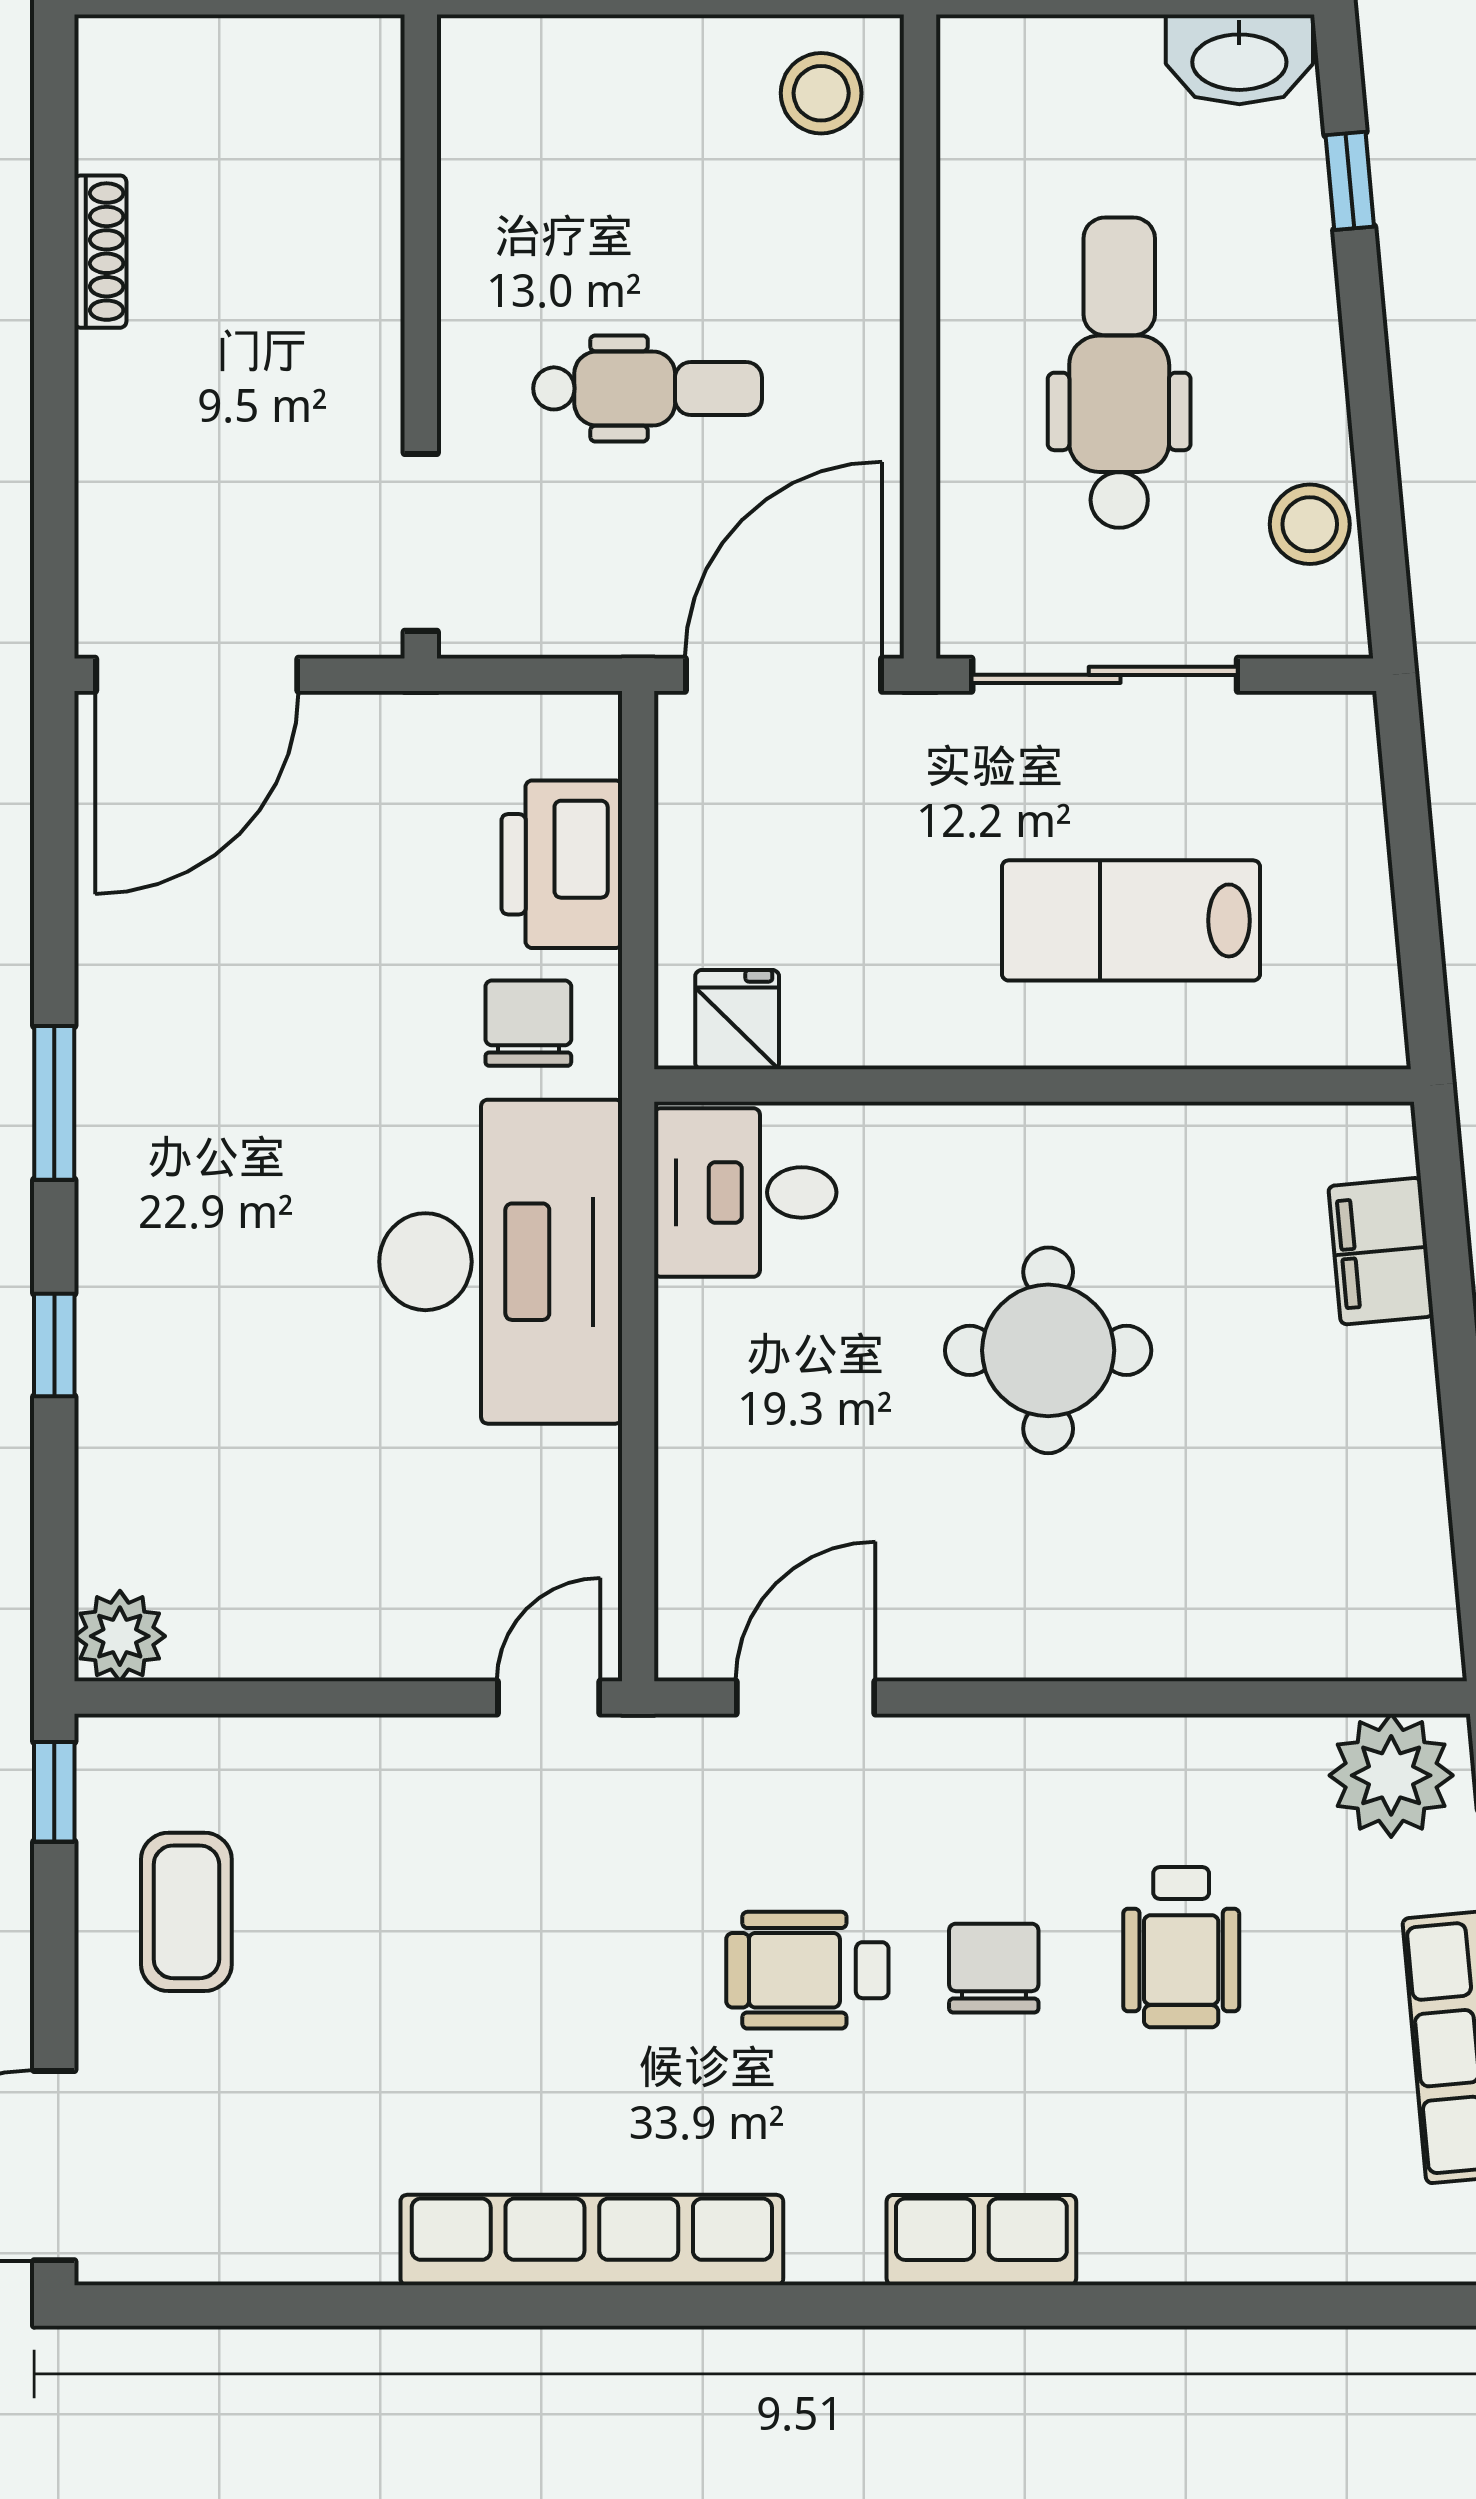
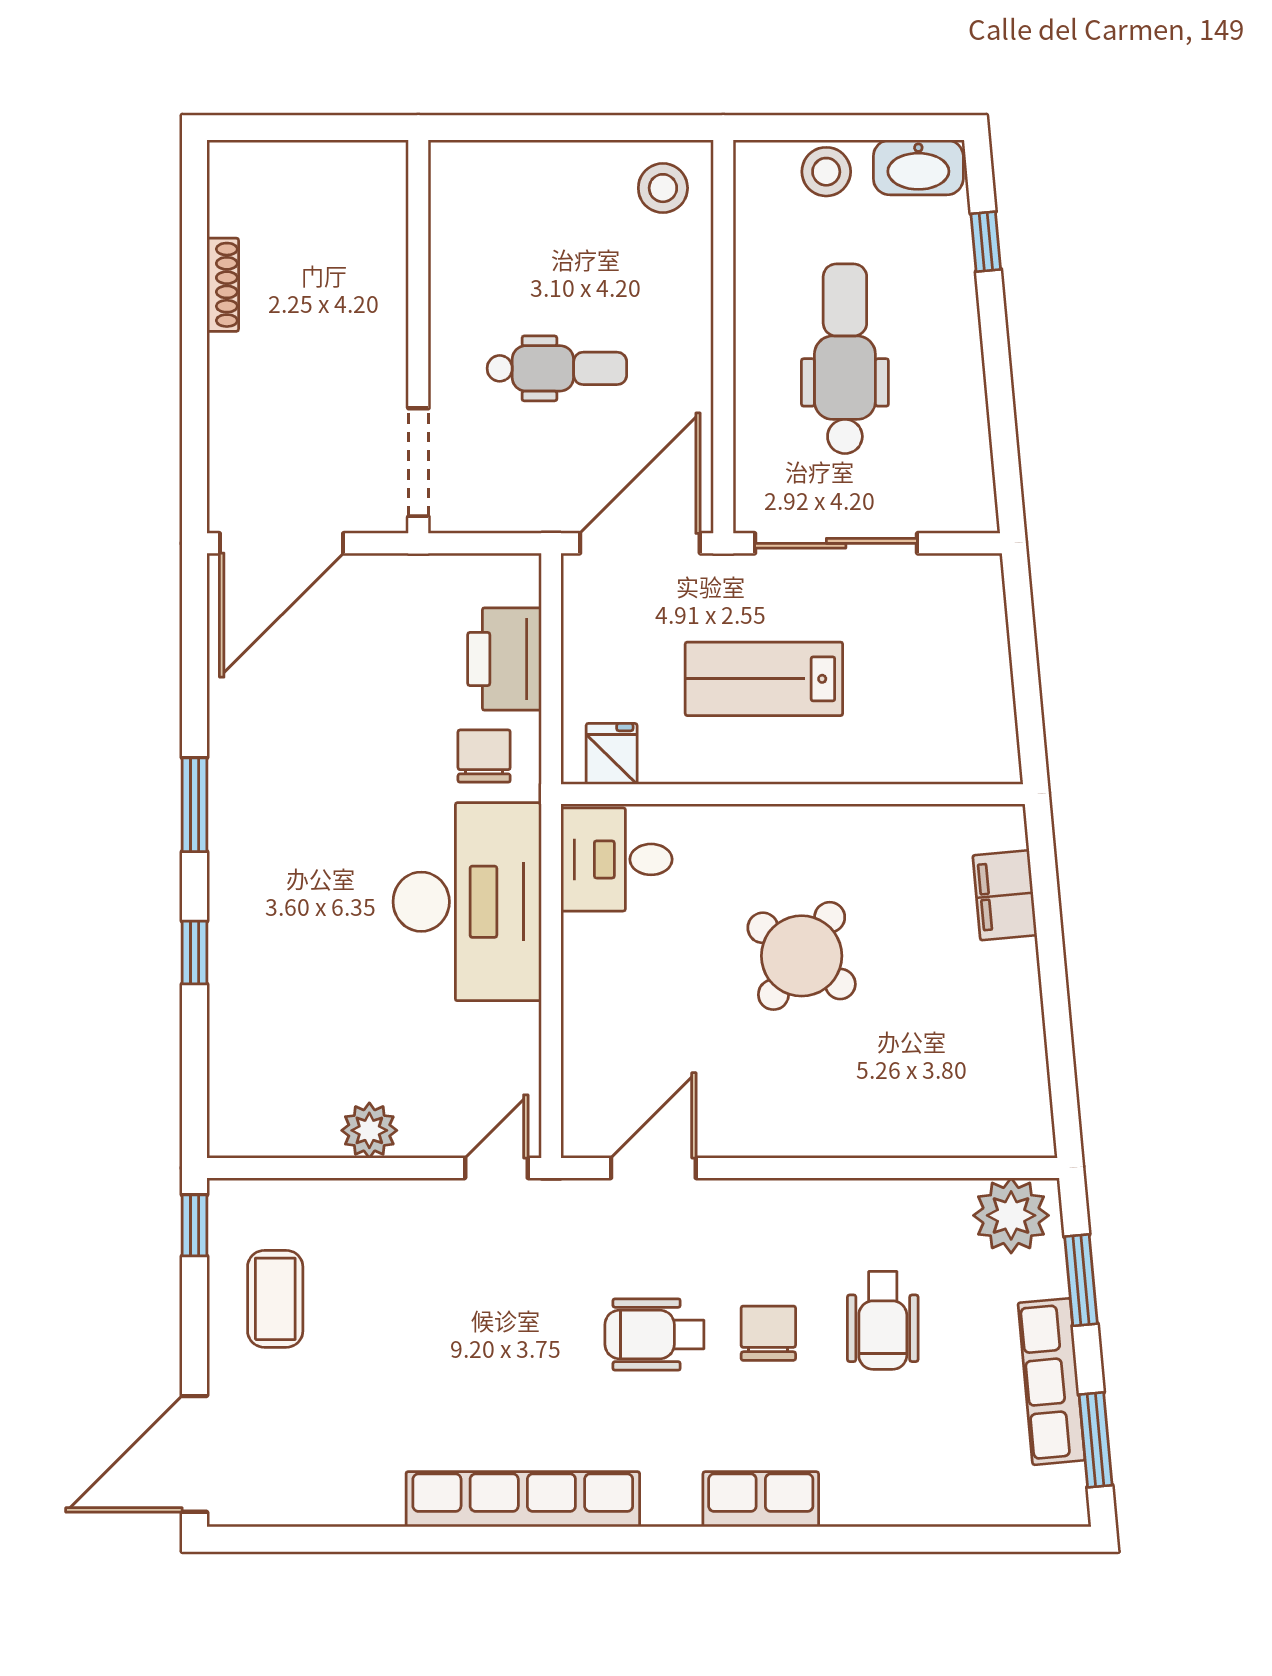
stool: (1310, 524) -> (826, 172), moved
lab bench: (1131, 920) -> (764, 679), moved
round table: (1048, 1350) -> (802, 956), turned 36
plant: (120, 1636) -> (369, 1130), moved

